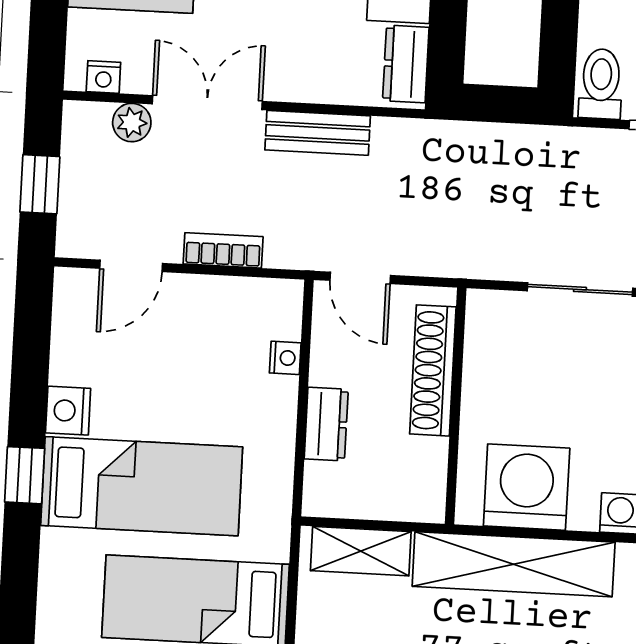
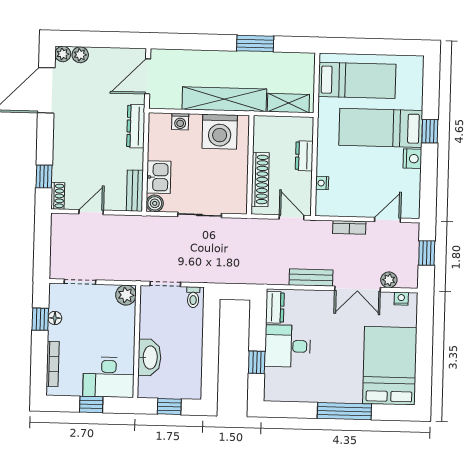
toilet: (601, 84) -> (193, 297), width x0.73, depth x0.72

